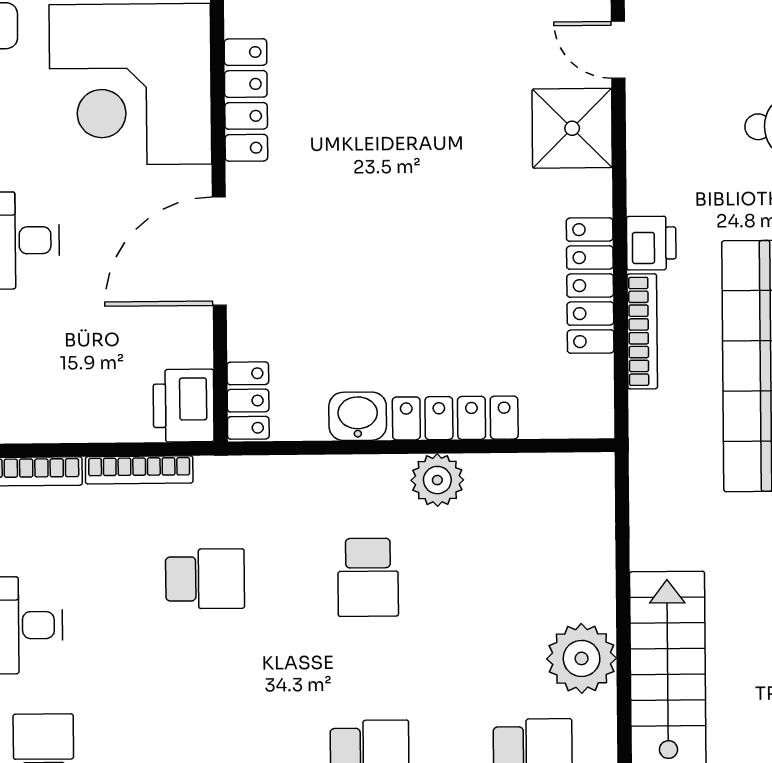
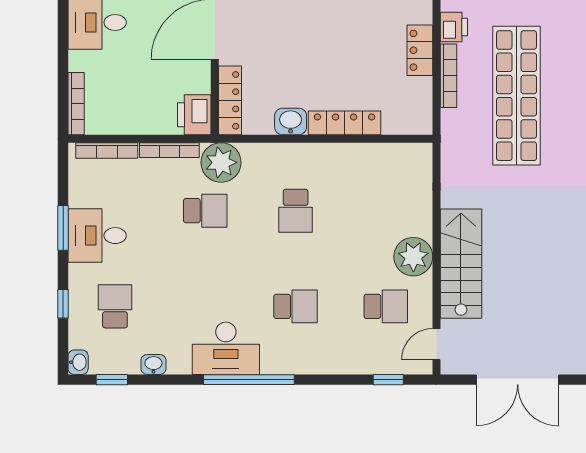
locker: (590, 286) -> (420, 50), width x0.66
locker: (248, 401) -> (230, 100), width x1.53
plant: (437, 480) -> (221, 162), moved, width x1.36, depth x1.36

